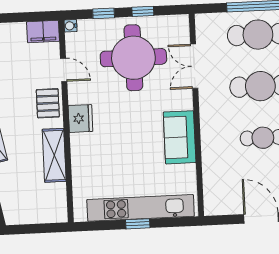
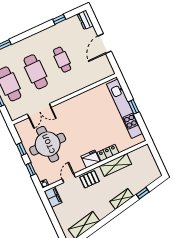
sofa: (180, 137) -> (80, 103), removed
locker: (79, 151) -> (108, 153), added

